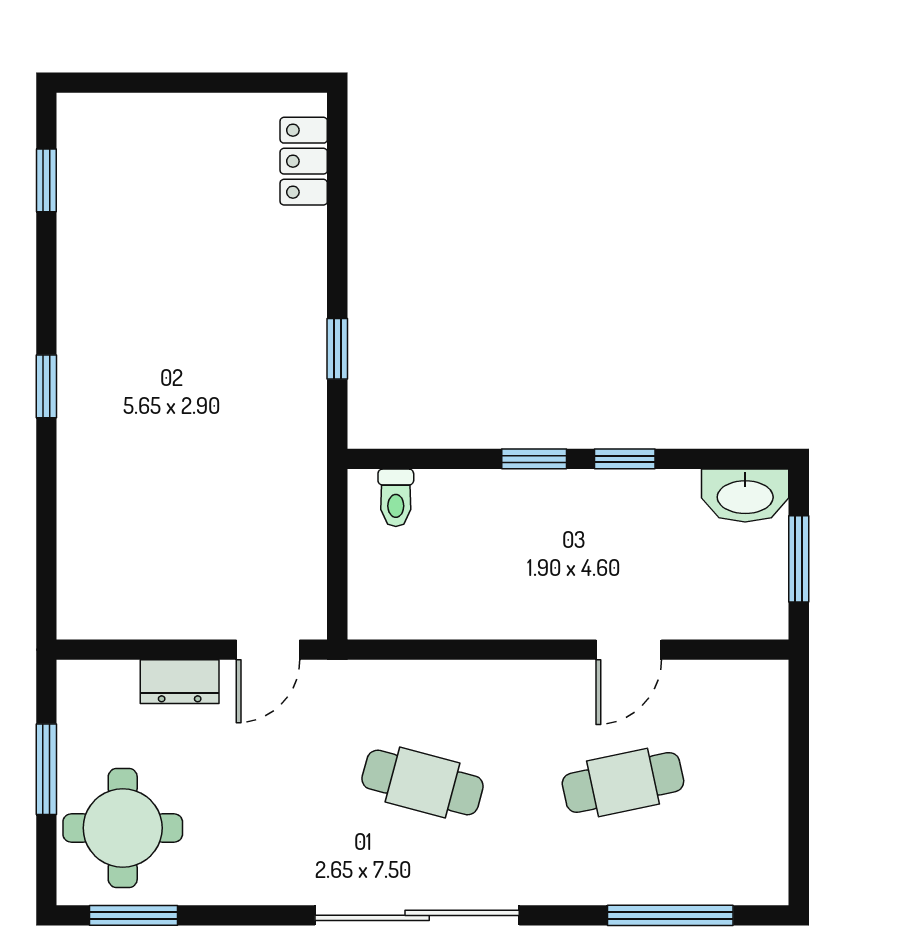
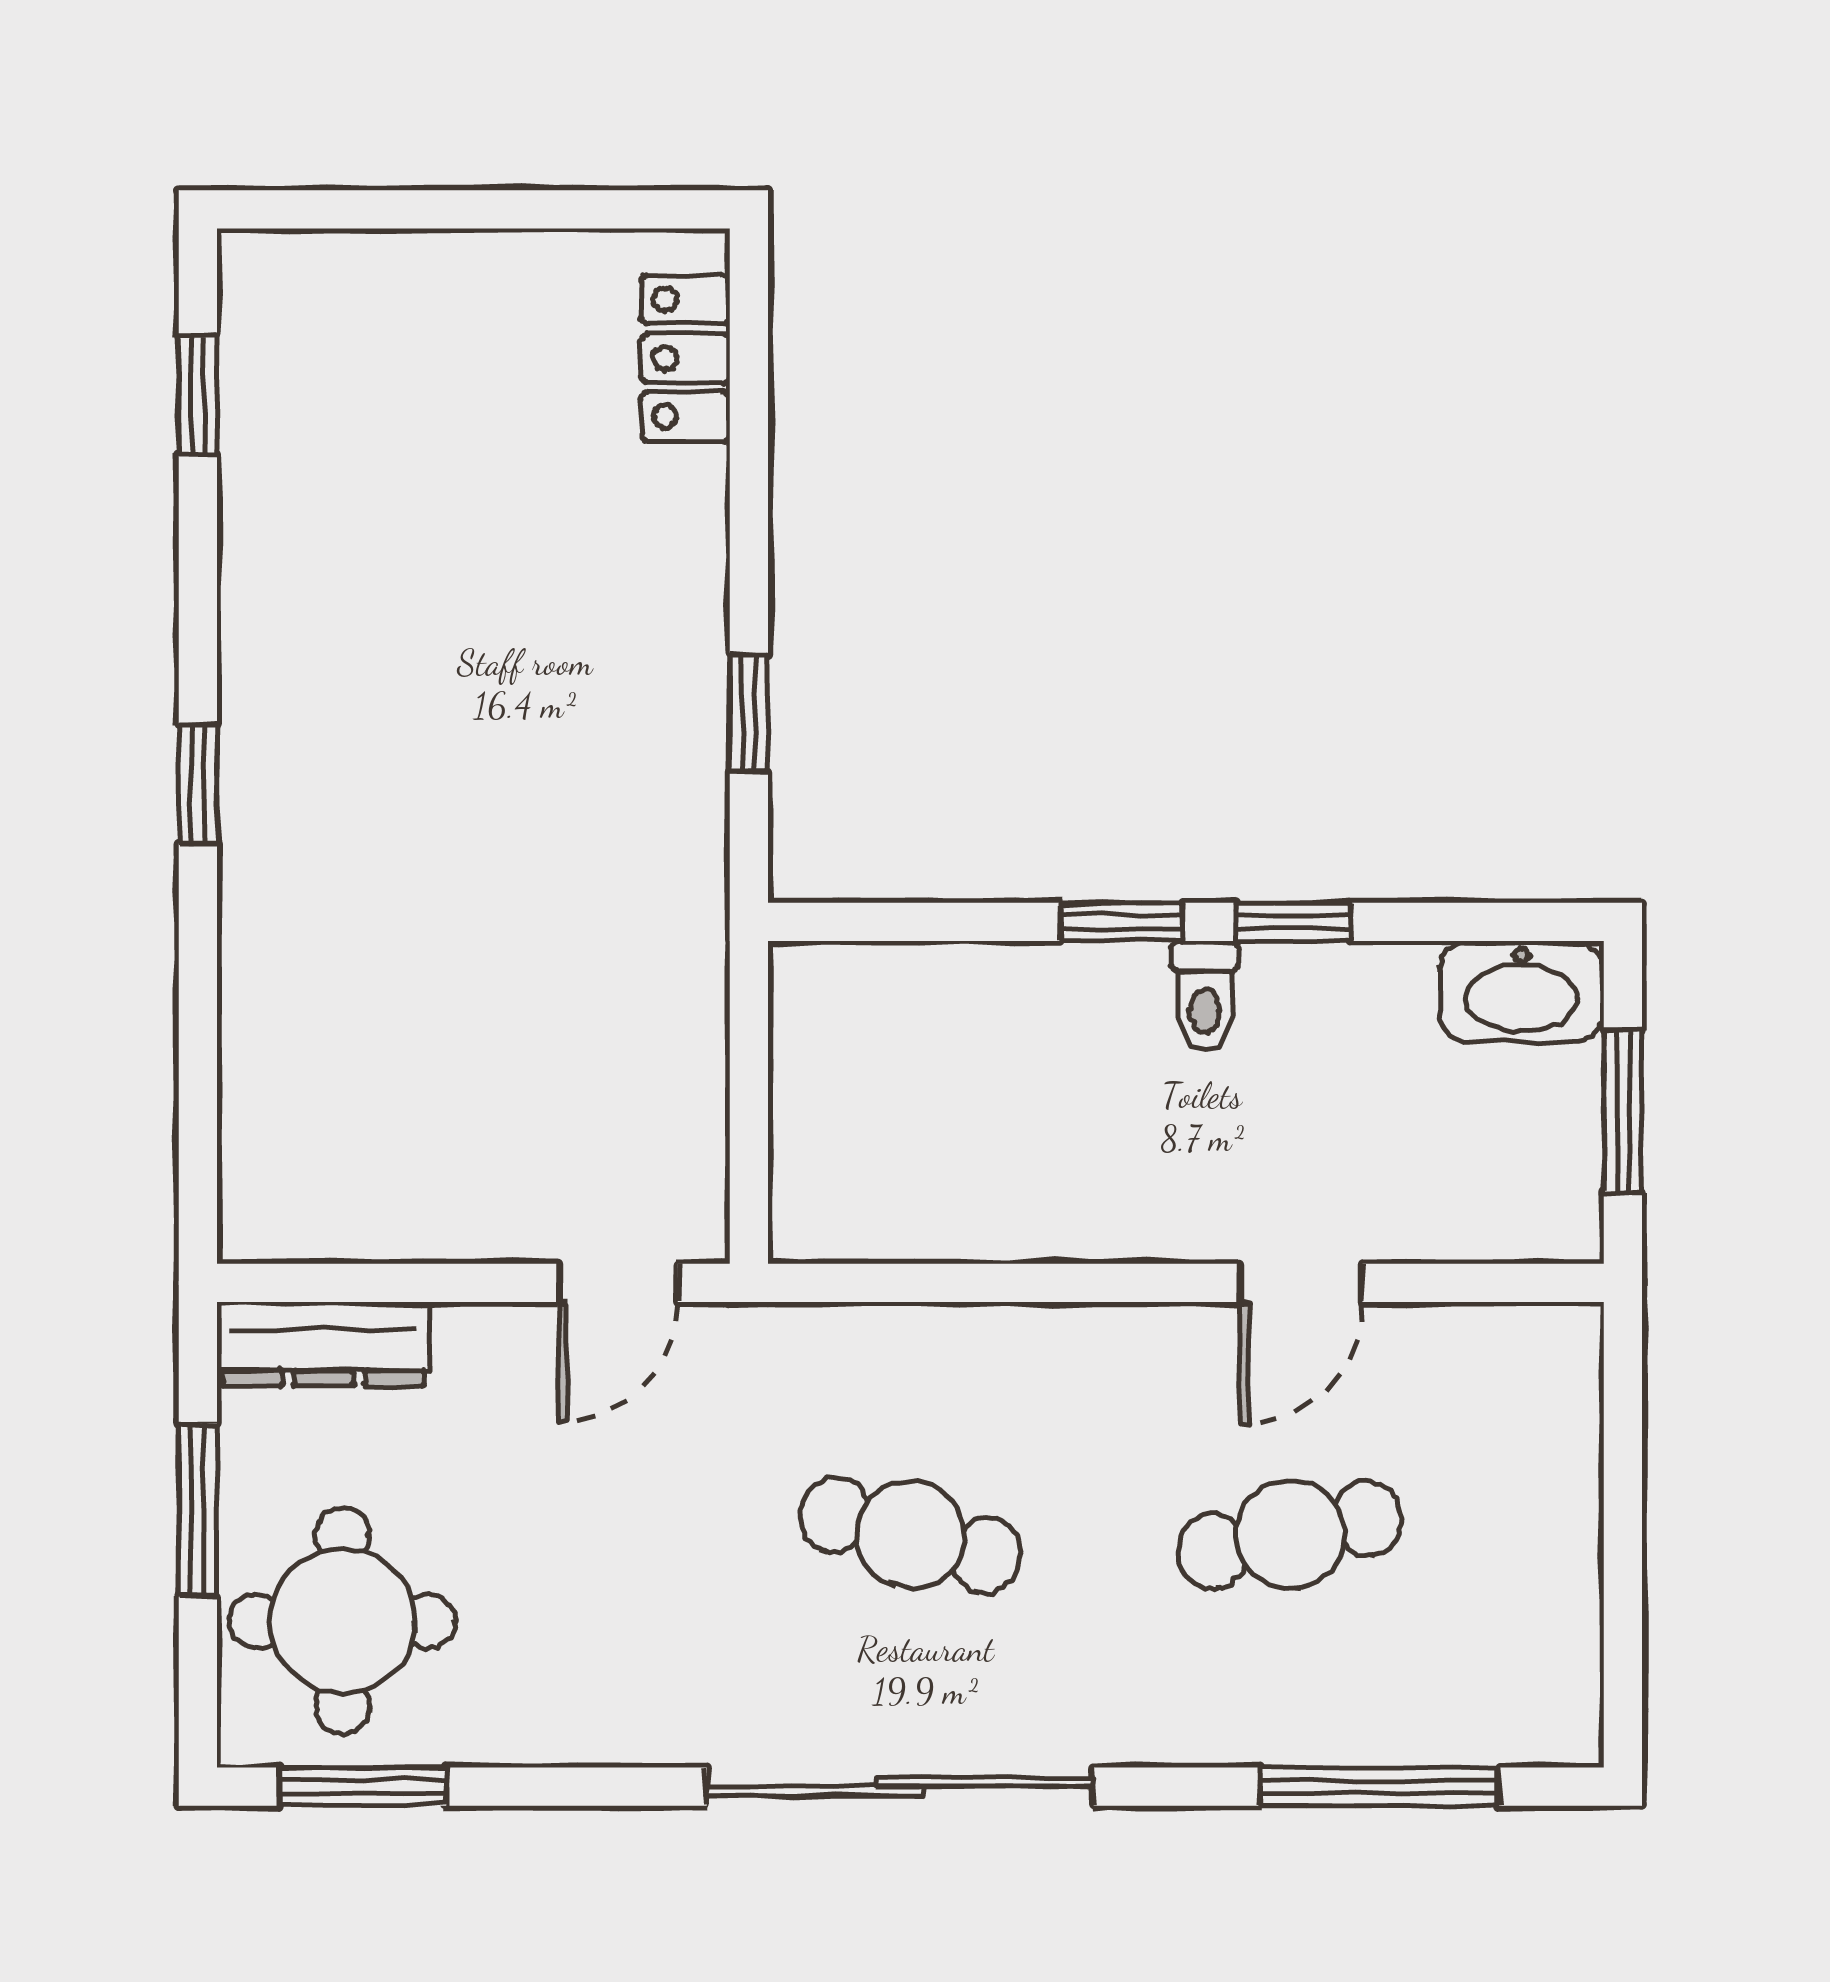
toilet: (396, 498) -> (1205, 996), moved
dresser: (180, 682) -> (324, 1344), moved, width x1.44

